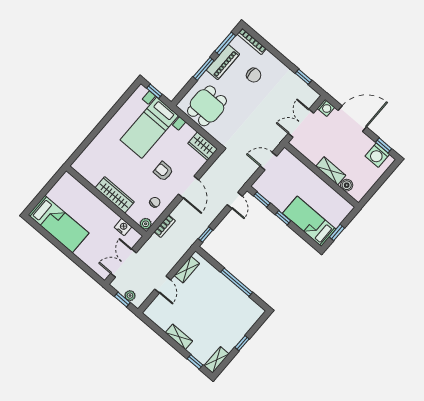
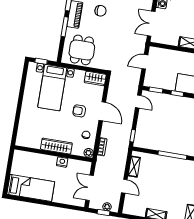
nightstand: (123, 227) -> (62, 162), moved

